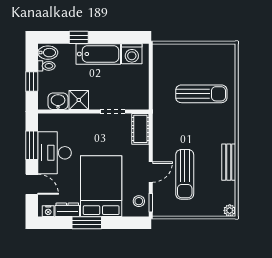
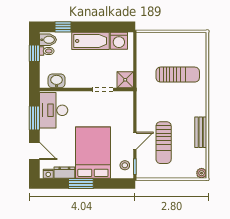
window: (79, 37) -> (63, 27), moved
window: (32, 81) -> (34, 53), moved
shower: (79, 100) -> (125, 80), moved
cot: (140, 129) -> (126, 104), removed
desk: (55, 153) -> (54, 110), moved

